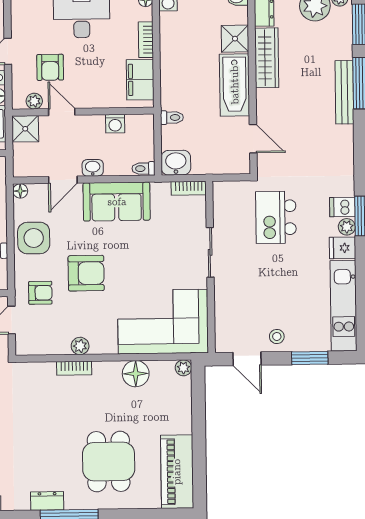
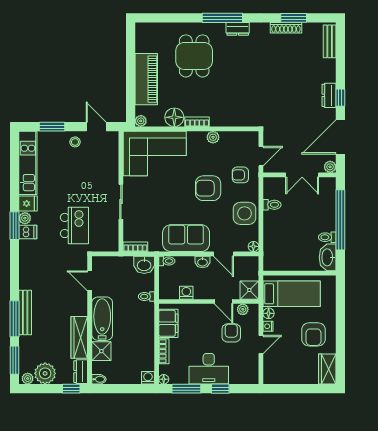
door: (63, 180) -> (223, 254), swing flipped
bookcase: (74, 368) -> (197, 122), moved
piano: (177, 472) -> (146, 79), moved

